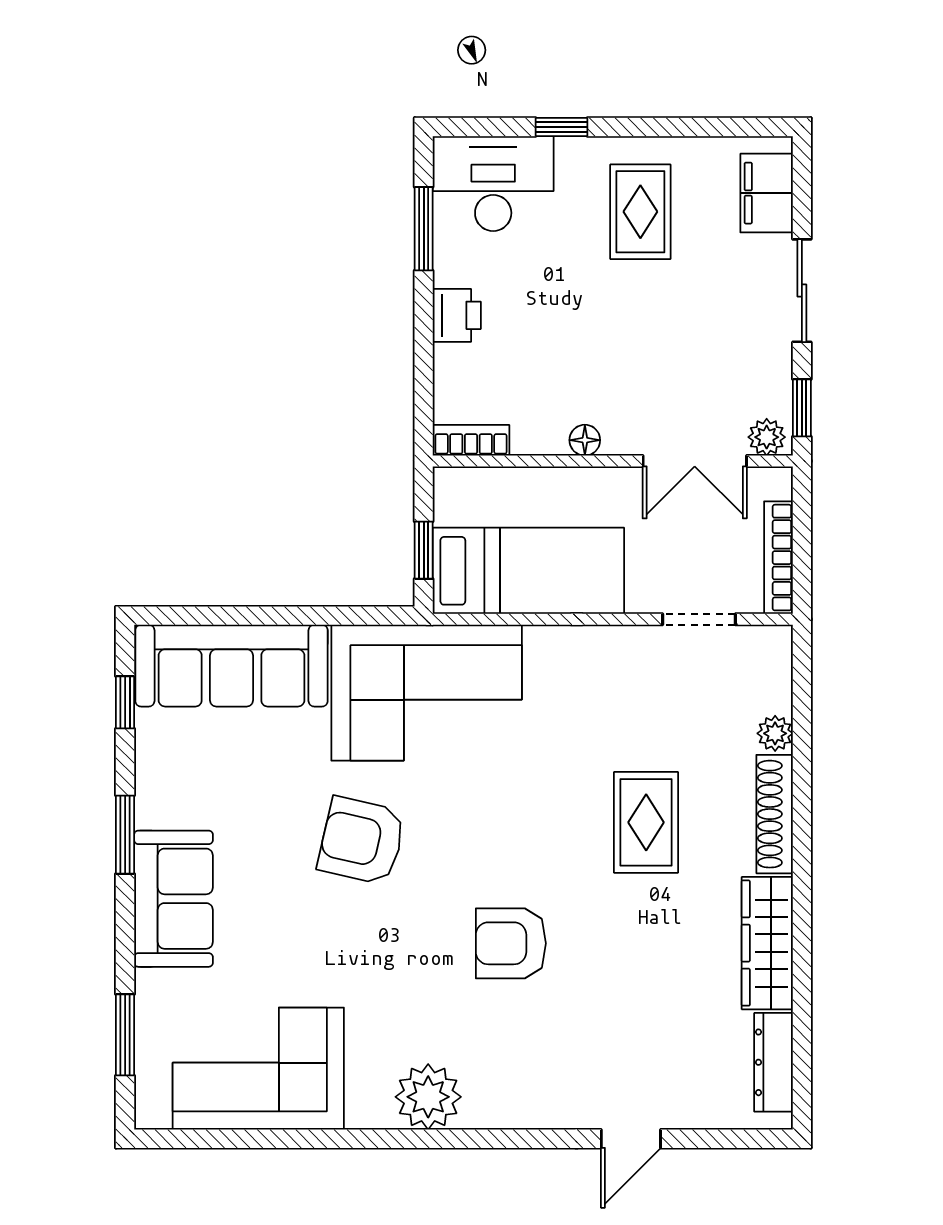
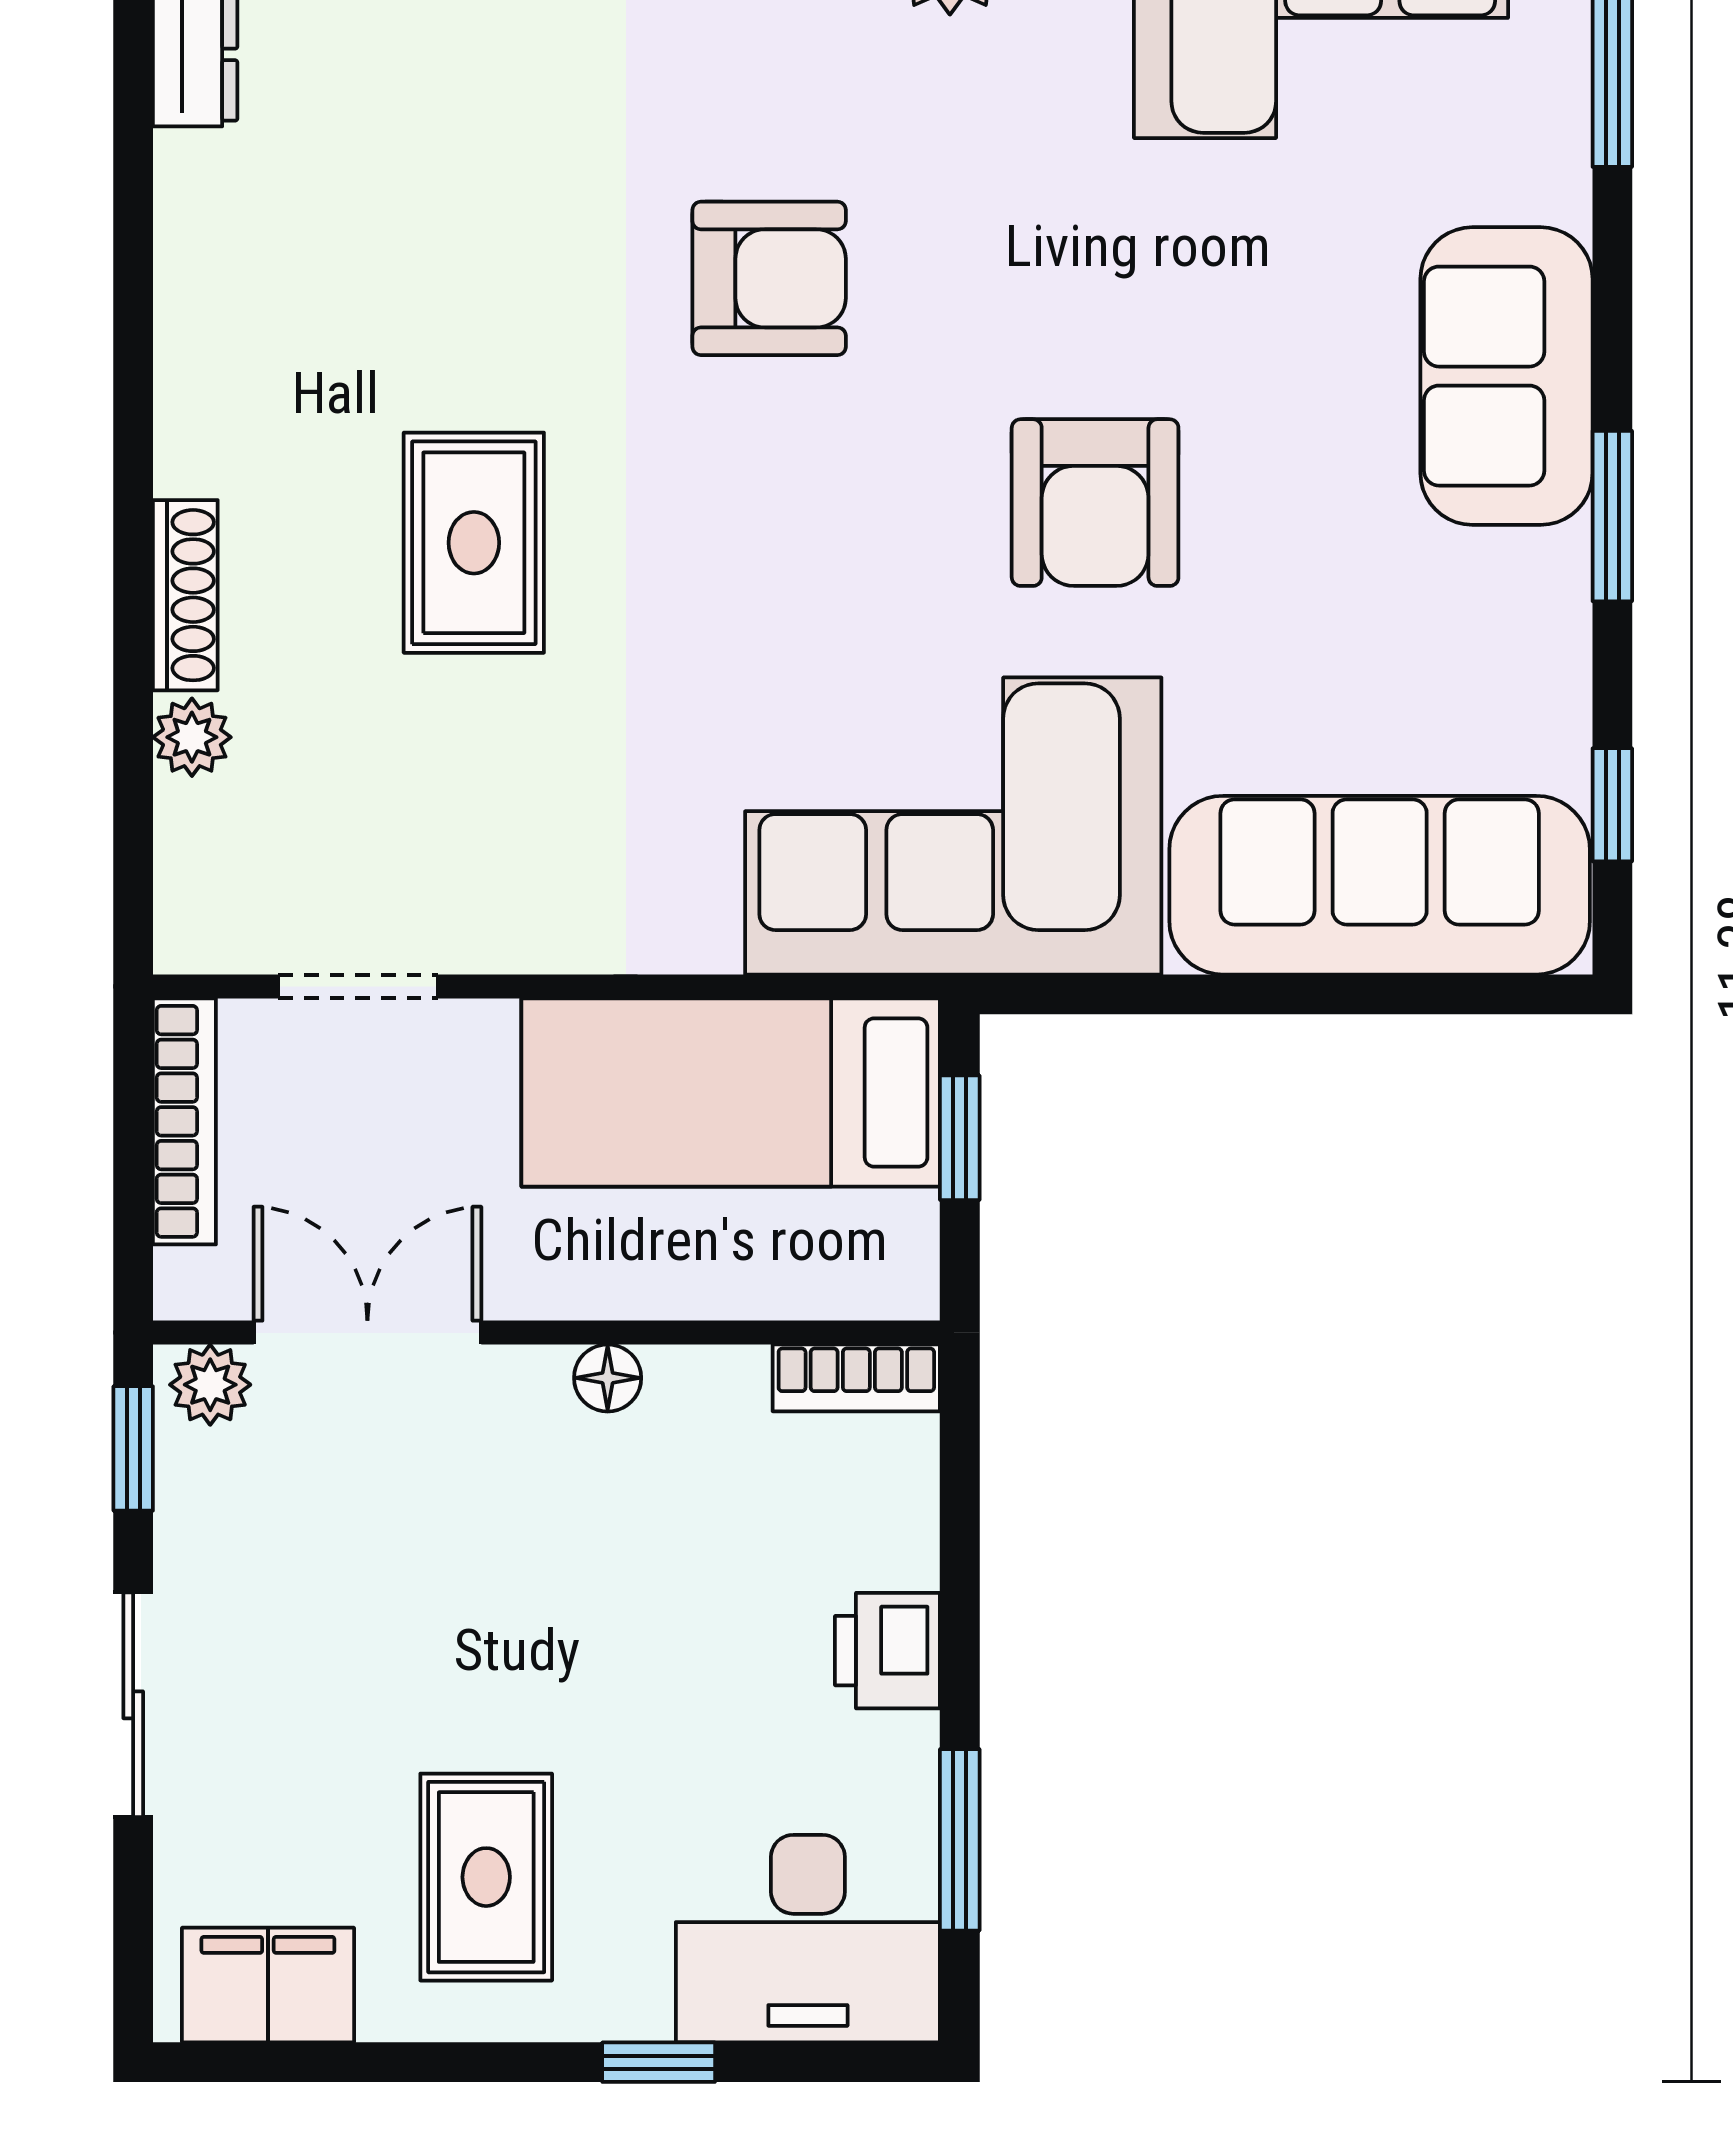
filing cabinet: (767, 193) -> (268, 1985), moved, turned -90
shoe rack: (775, 814) -> (185, 595), width x0.74, depth x0.81
armchair: (362, 841) -> (1095, 503), turned 77
wardrobe: (767, 943) -> (209, 279), removed

